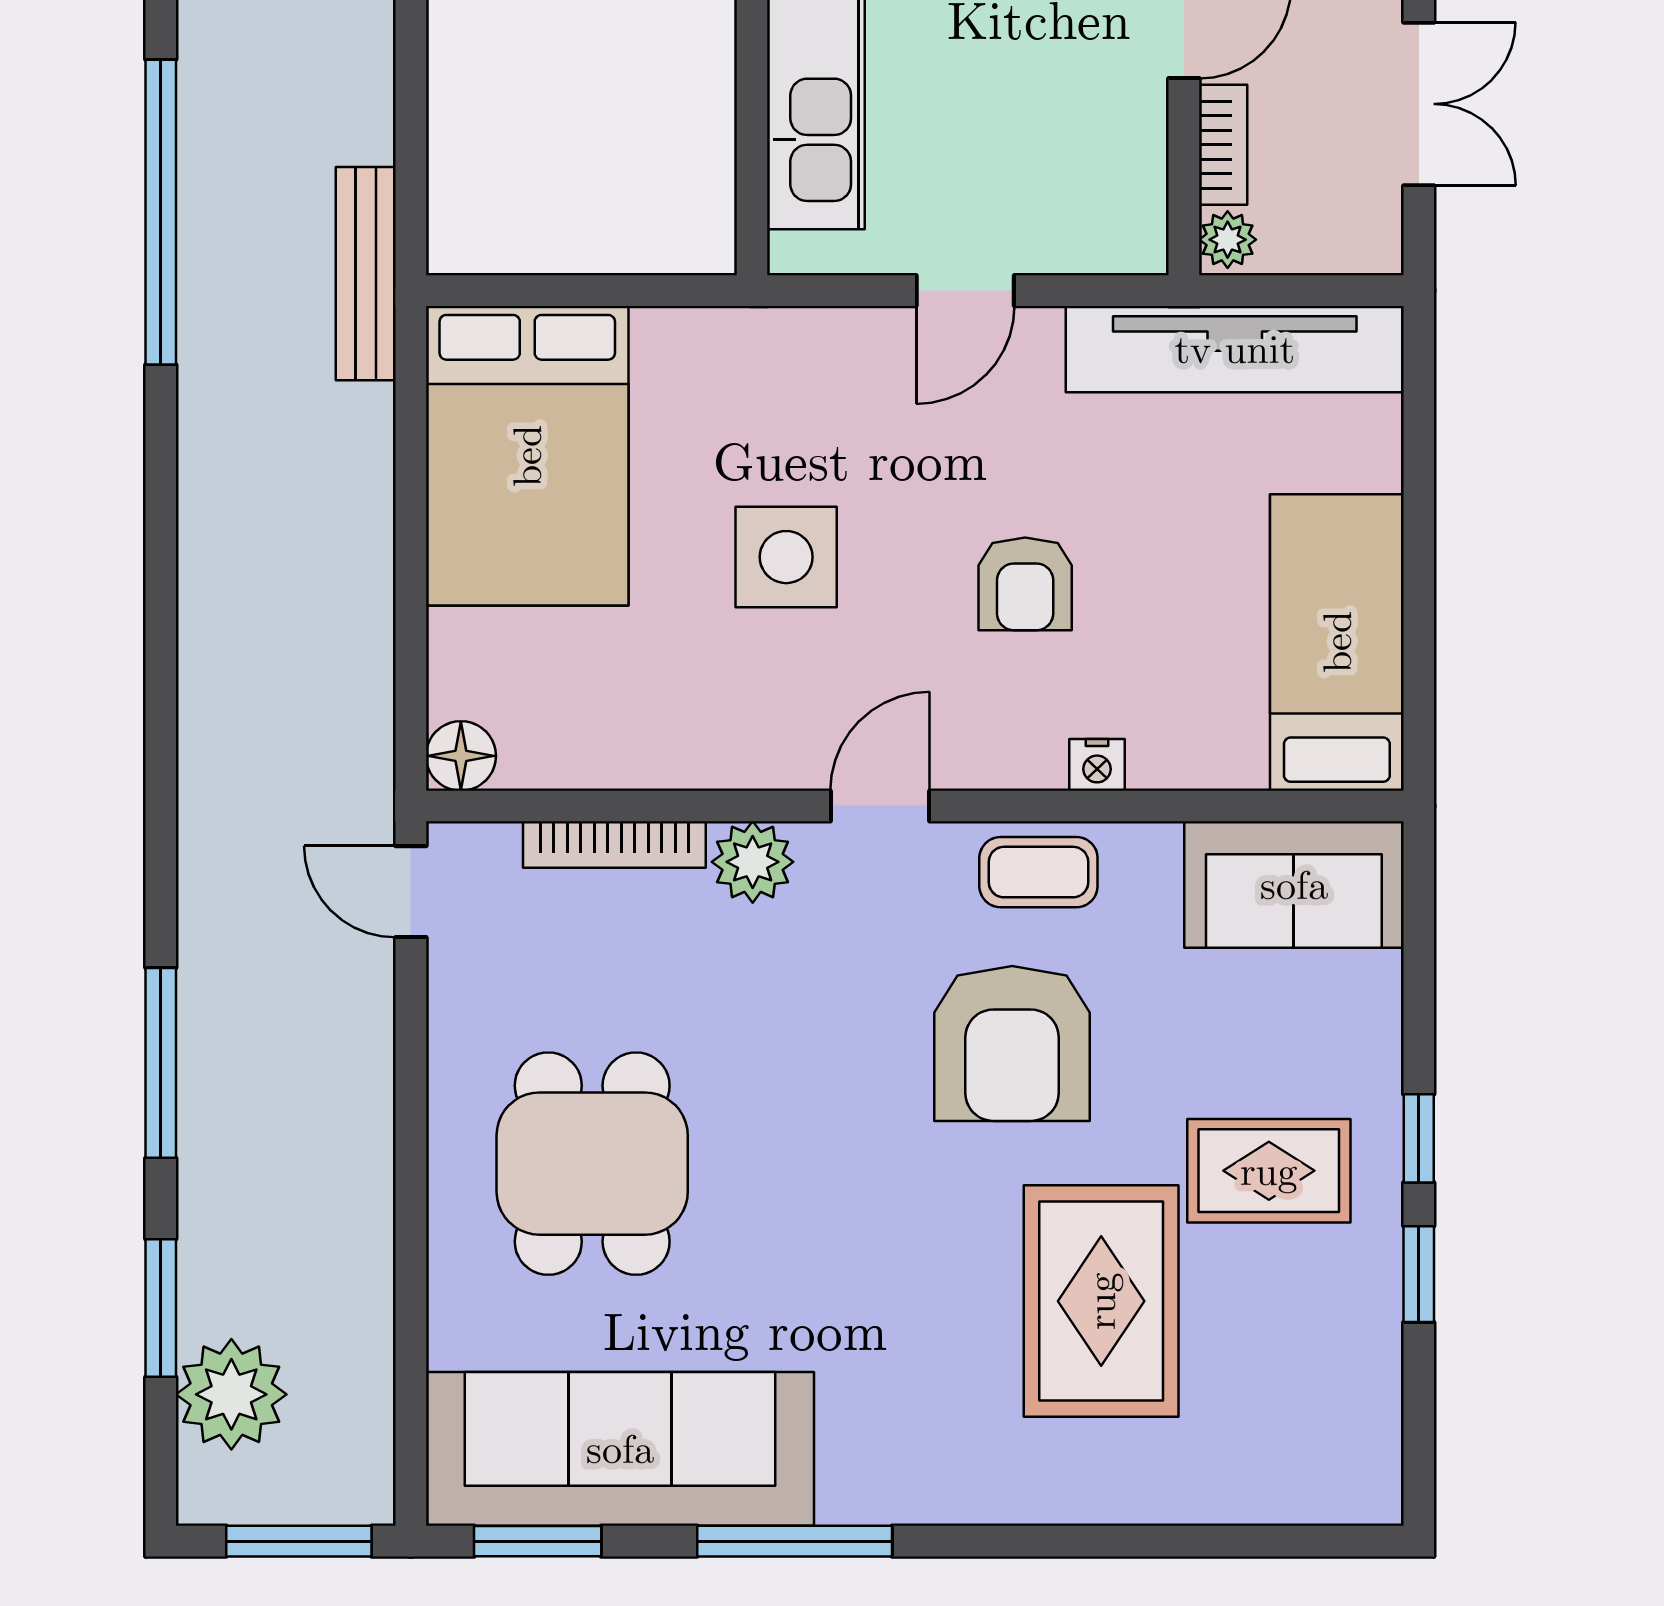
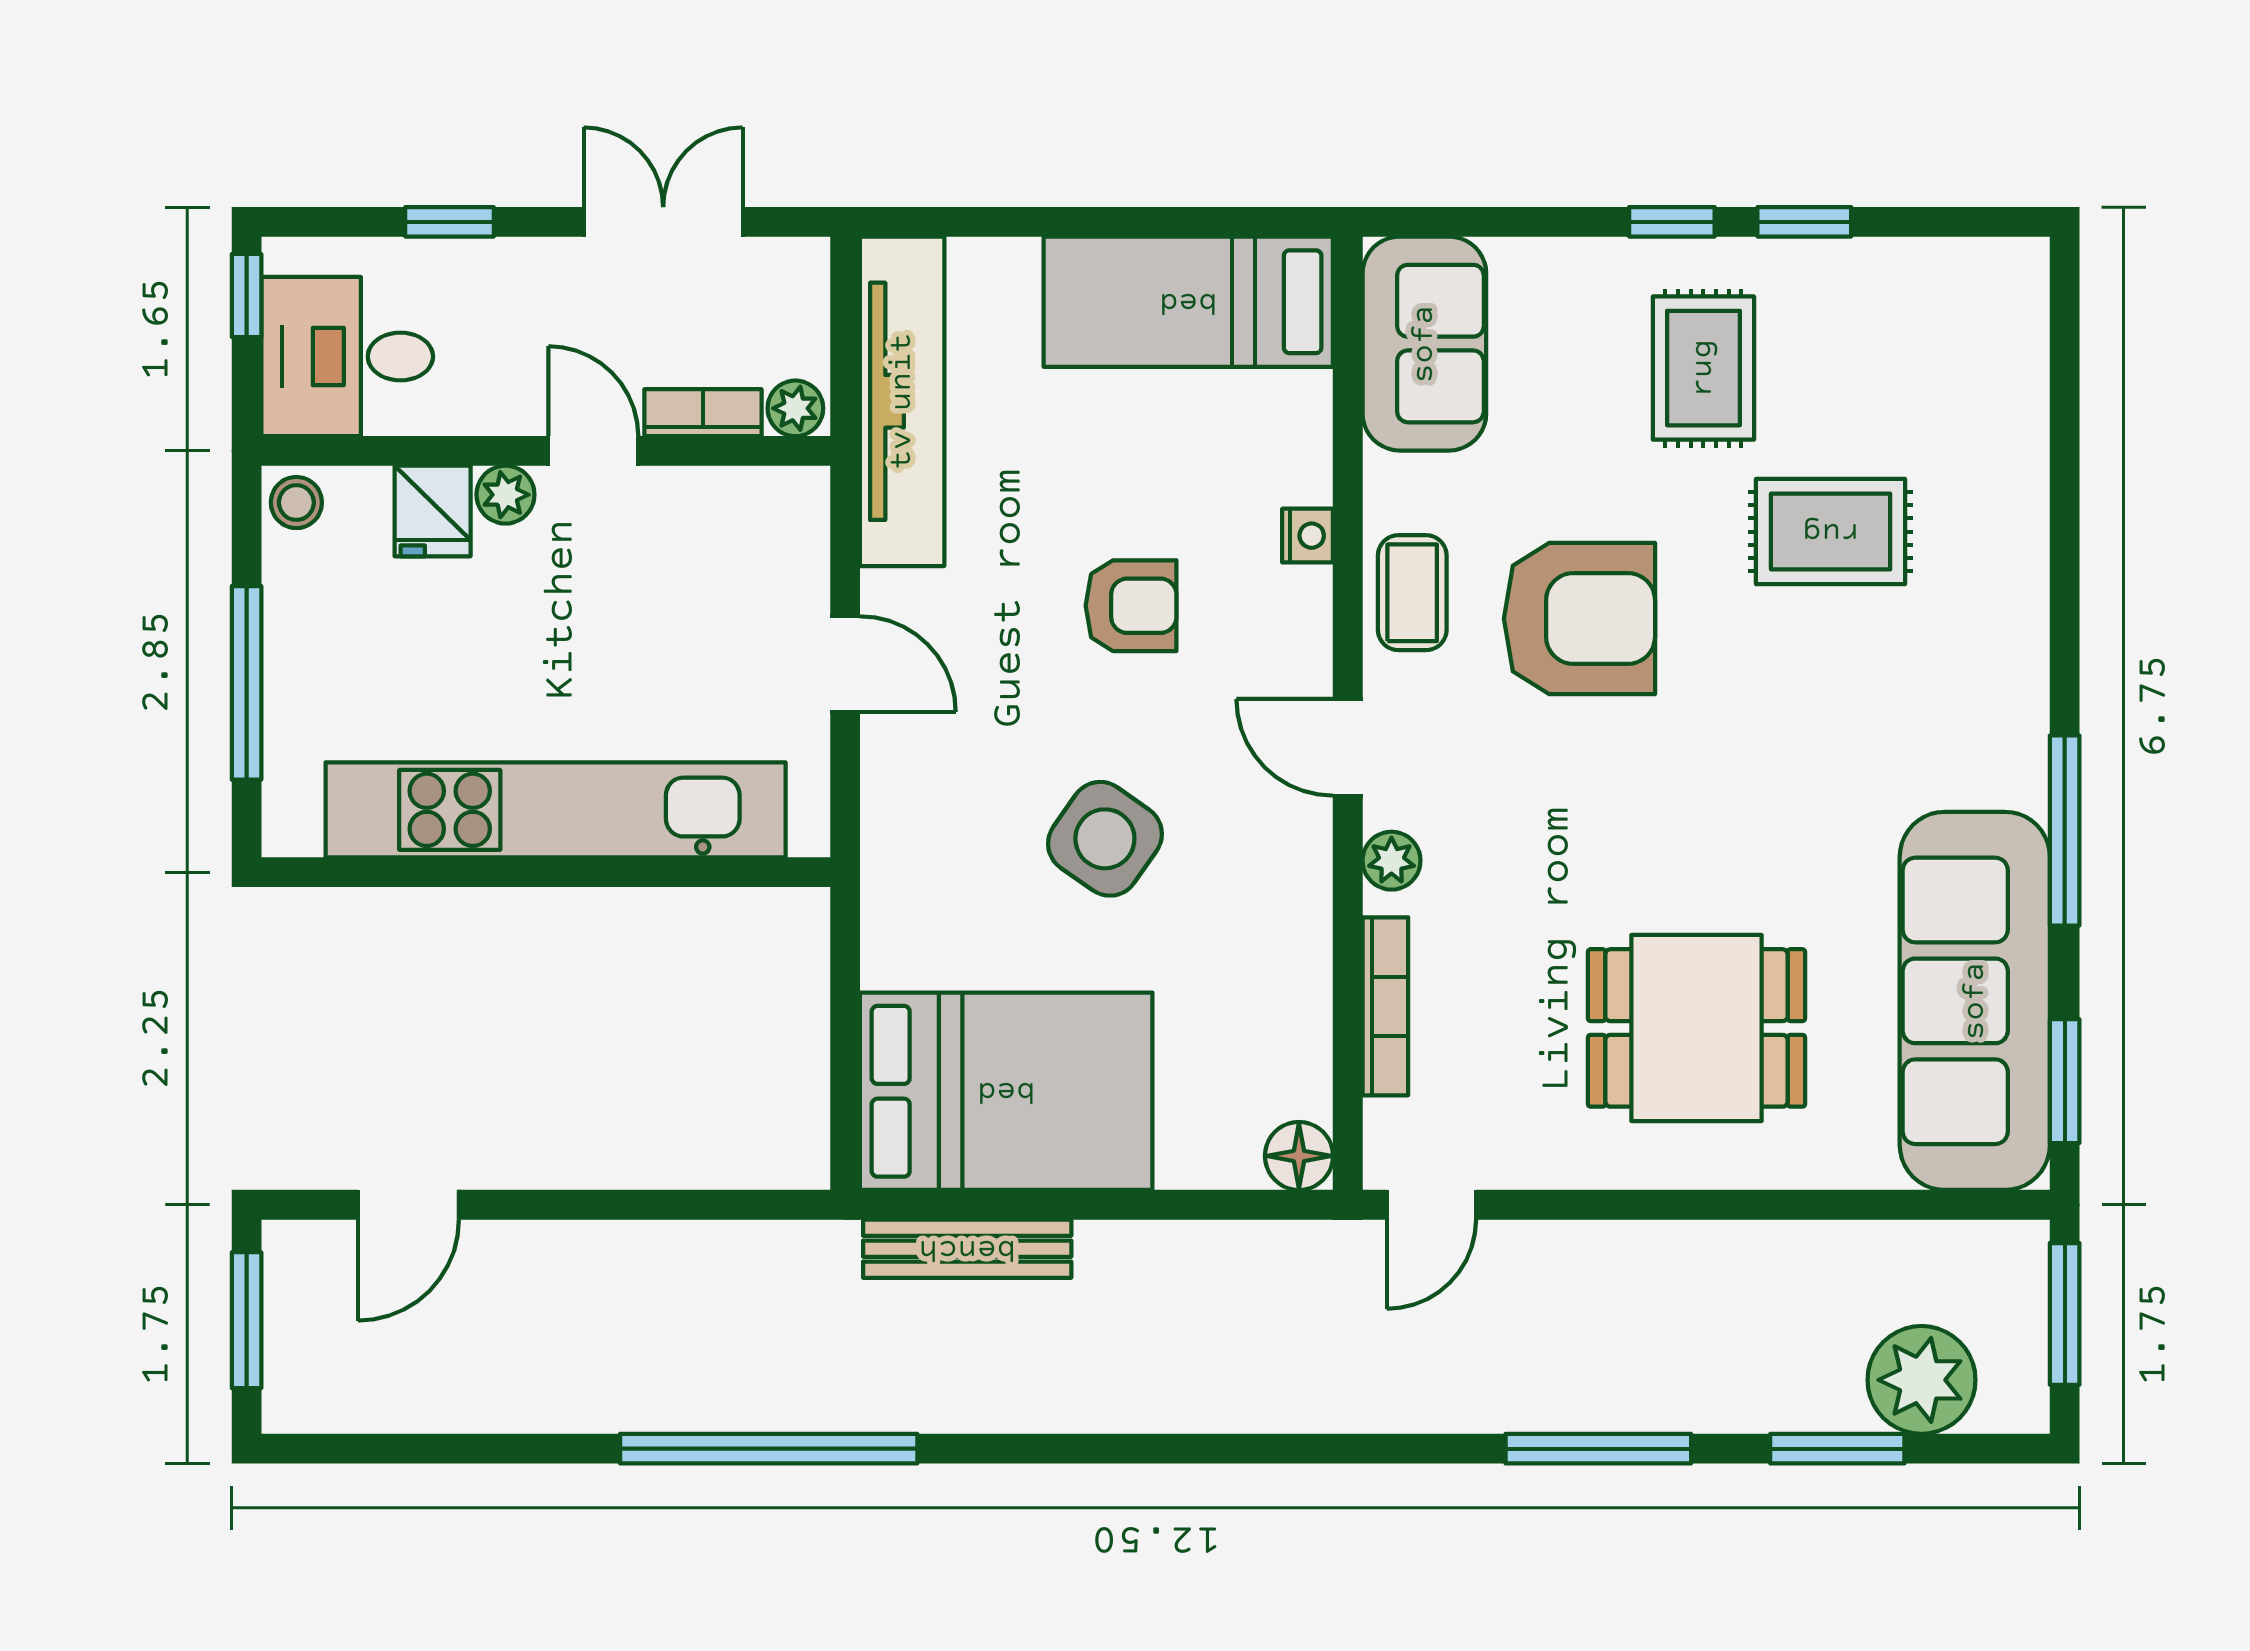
bench: (366, 274) -> (967, 1249), moved
side table: (786, 557) -> (1105, 839), turned 35
plant: (753, 862) -> (1391, 861), width x0.73, depth x0.73
rug: (1101, 1301) -> (1831, 532), width x0.73, depth x0.70

